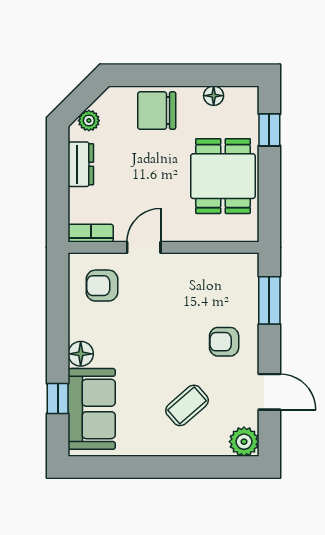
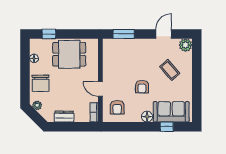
plant: (89, 121) -> (37, 105), moved
armchair: (224, 342) -> (142, 87), moved

